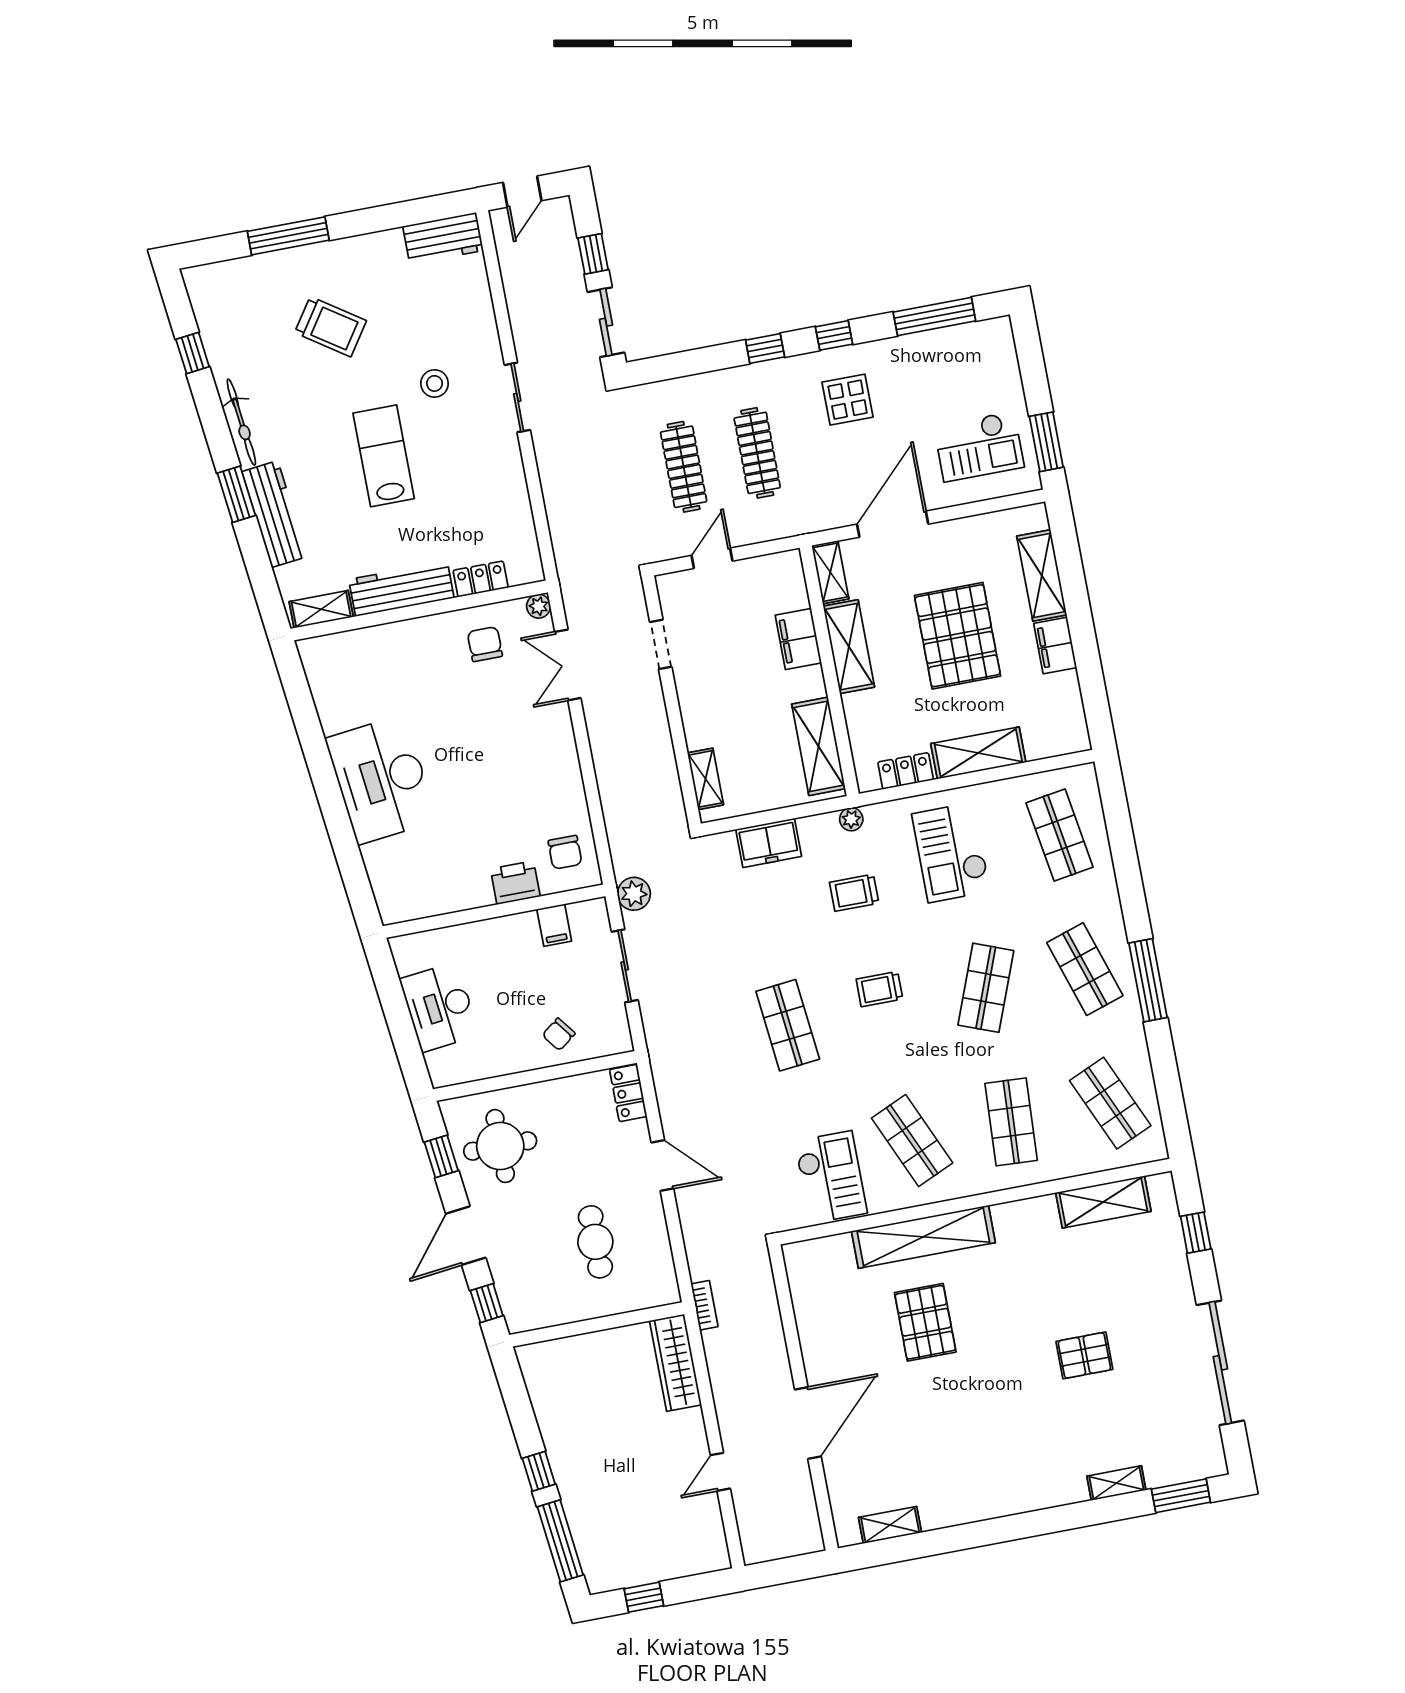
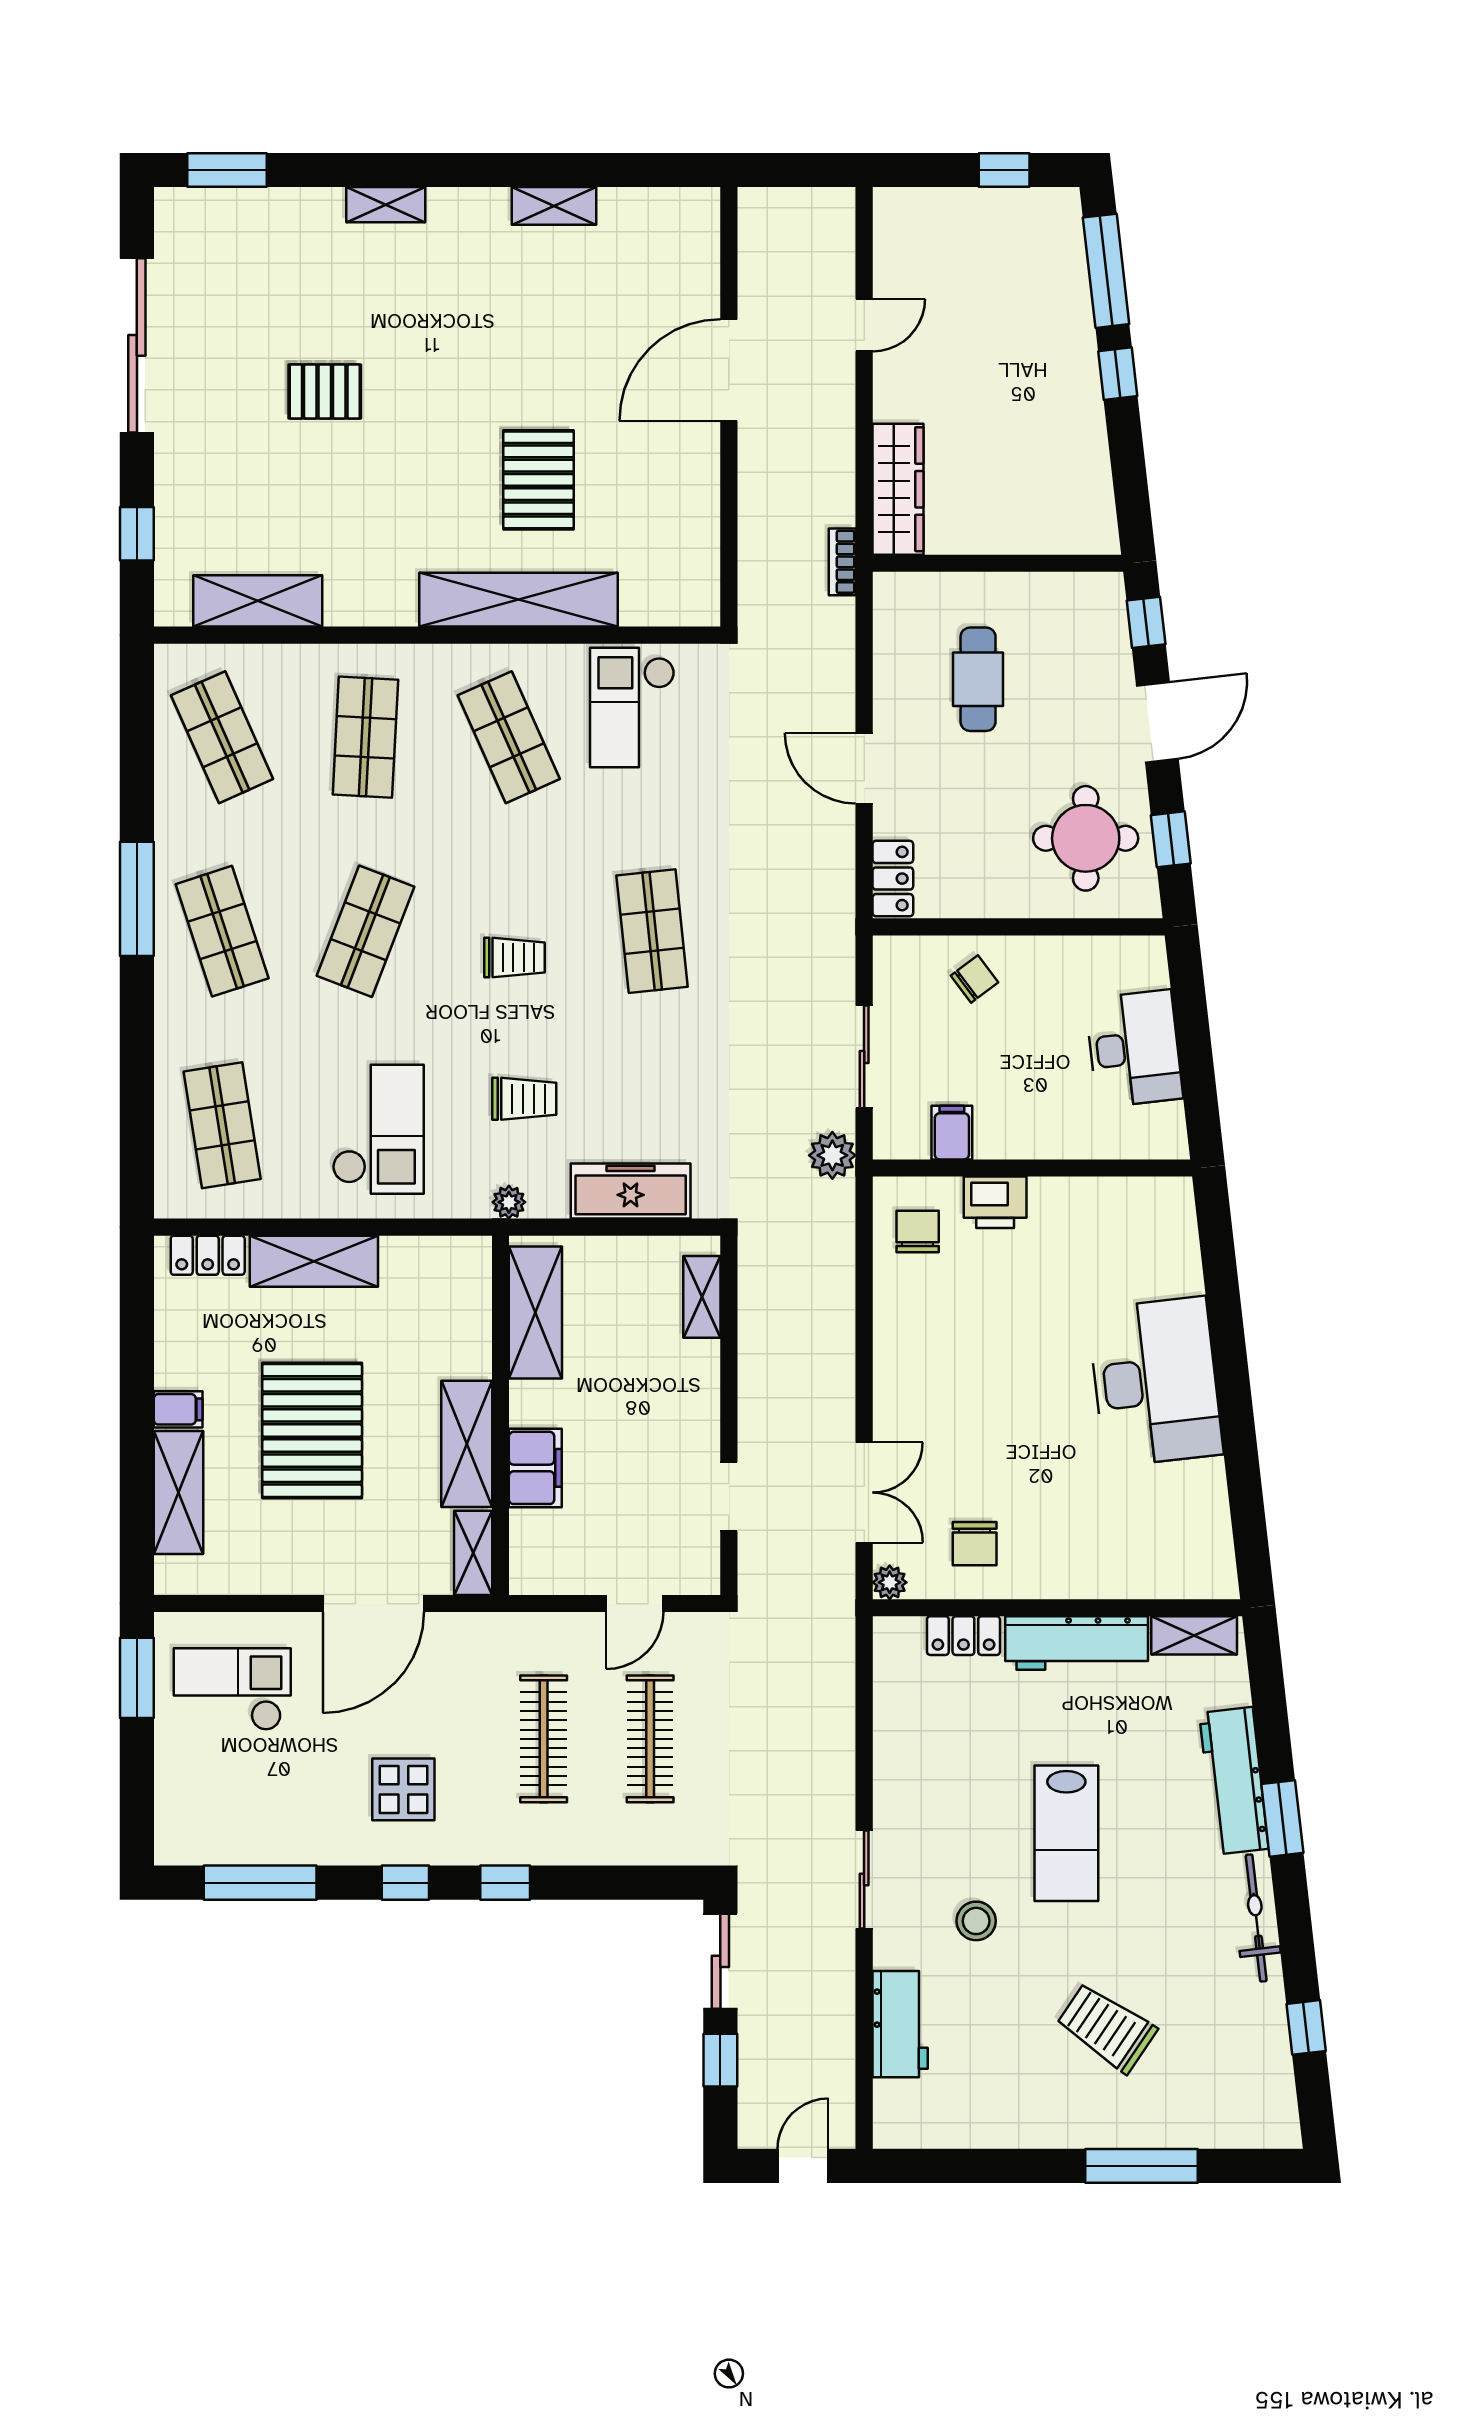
workbench: (443, 238) -> (900, 2024), moved, turned 90
filing cabinet: (1055, 645) -> (178, 1409), width x0.50
locker: (906, 771) -> (208, 1255), moved
freezer: (769, 843) -> (631, 1191), width x1.40
shelving: (1116, 1483) -> (386, 205), moved
shelving: (890, 1525) -> (554, 206), moved

